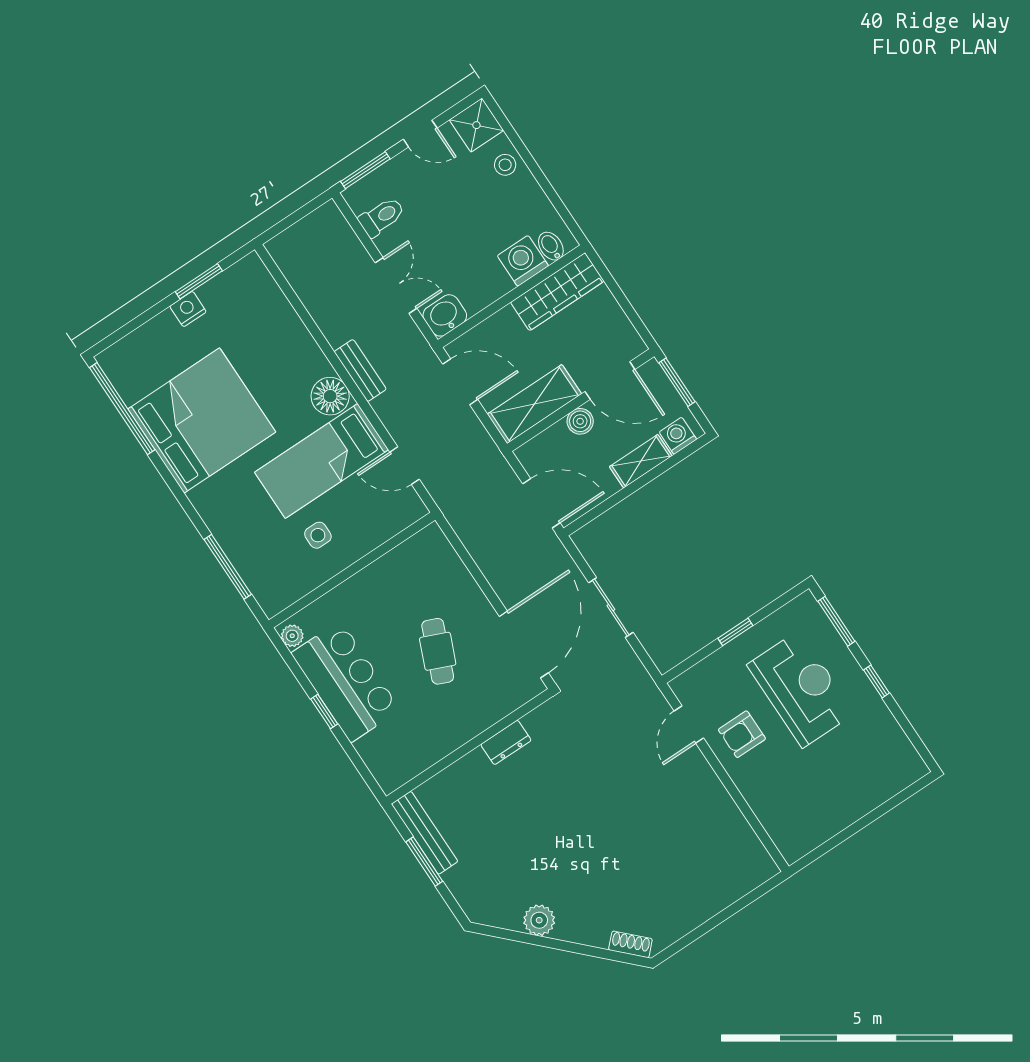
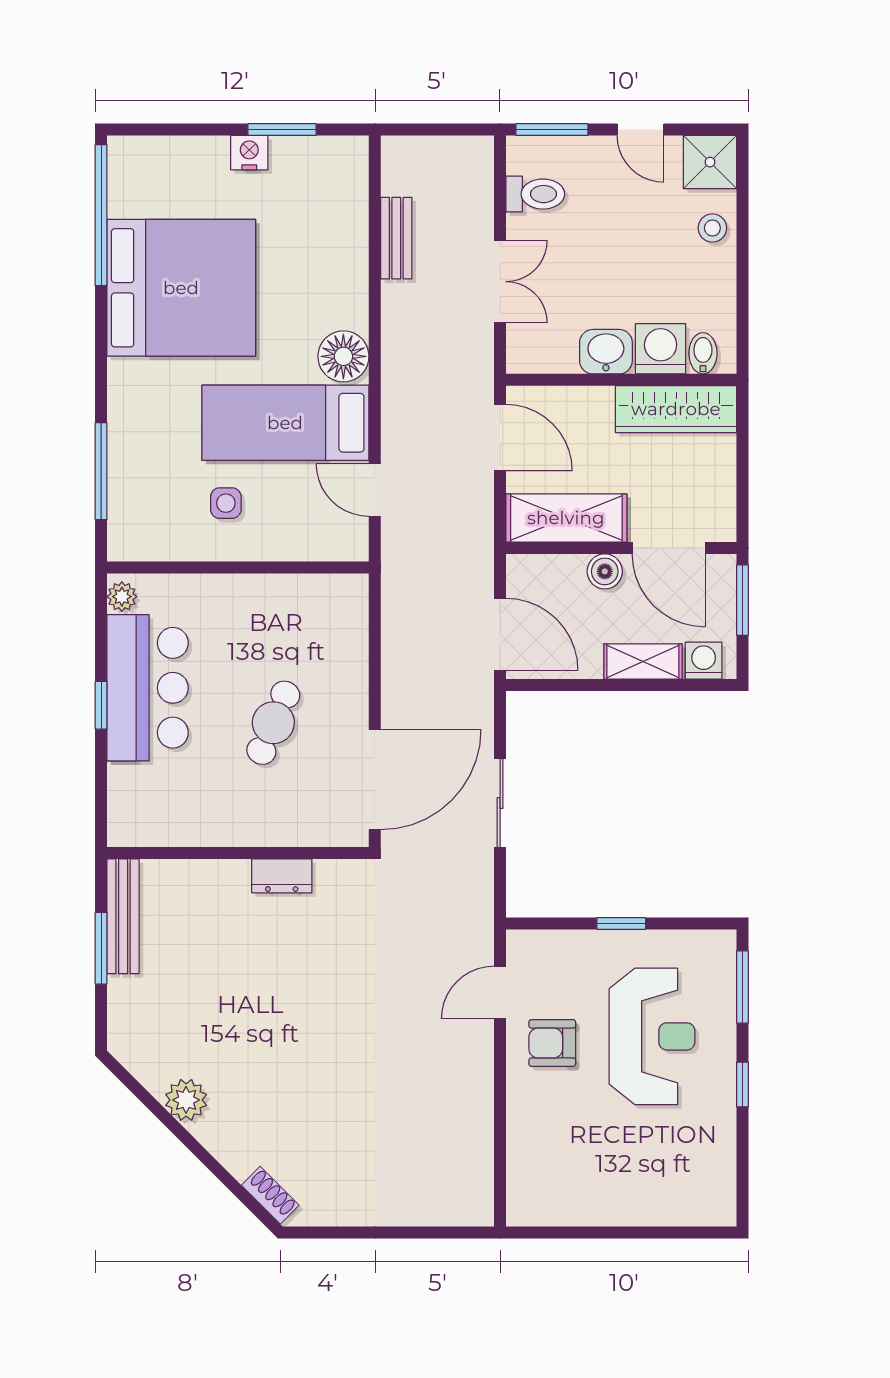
washbasin: (445, 315) -> (606, 352), moved
bench: (360, 370) -> (396, 238), moved

